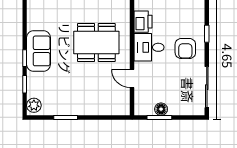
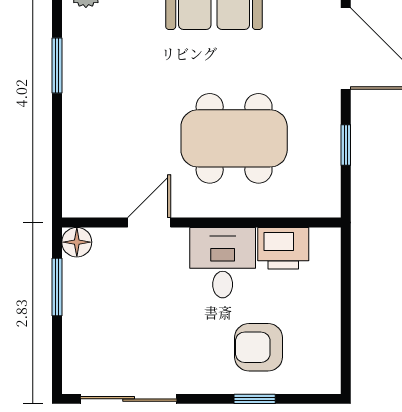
dining table: (96, 42) -> (234, 138), turned 90
armchair: (185, 48) -> (258, 347), moved
floor lamp: (161, 109) -> (77, 242), moved

